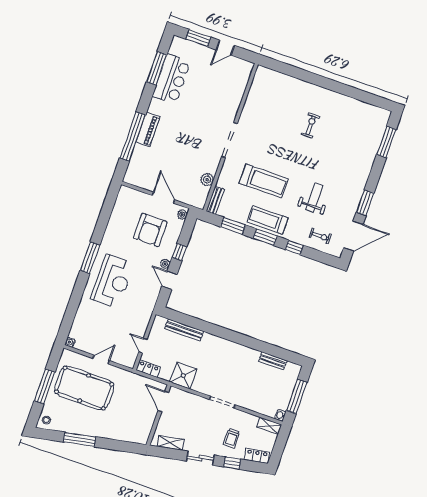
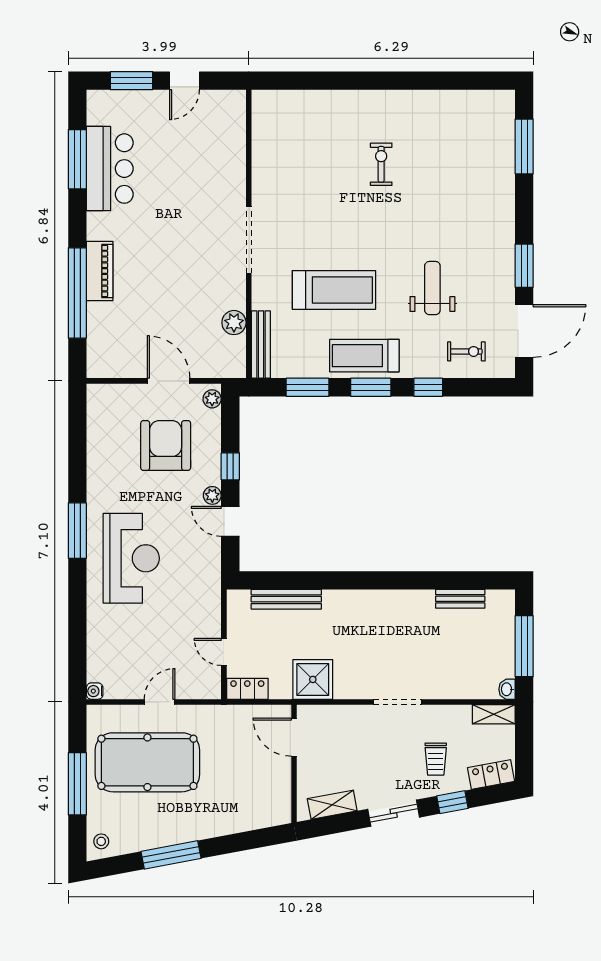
bench: (215, 200) -> (261, 345), width x1.36
armchair: (150, 230) -> (166, 446), turned 180

